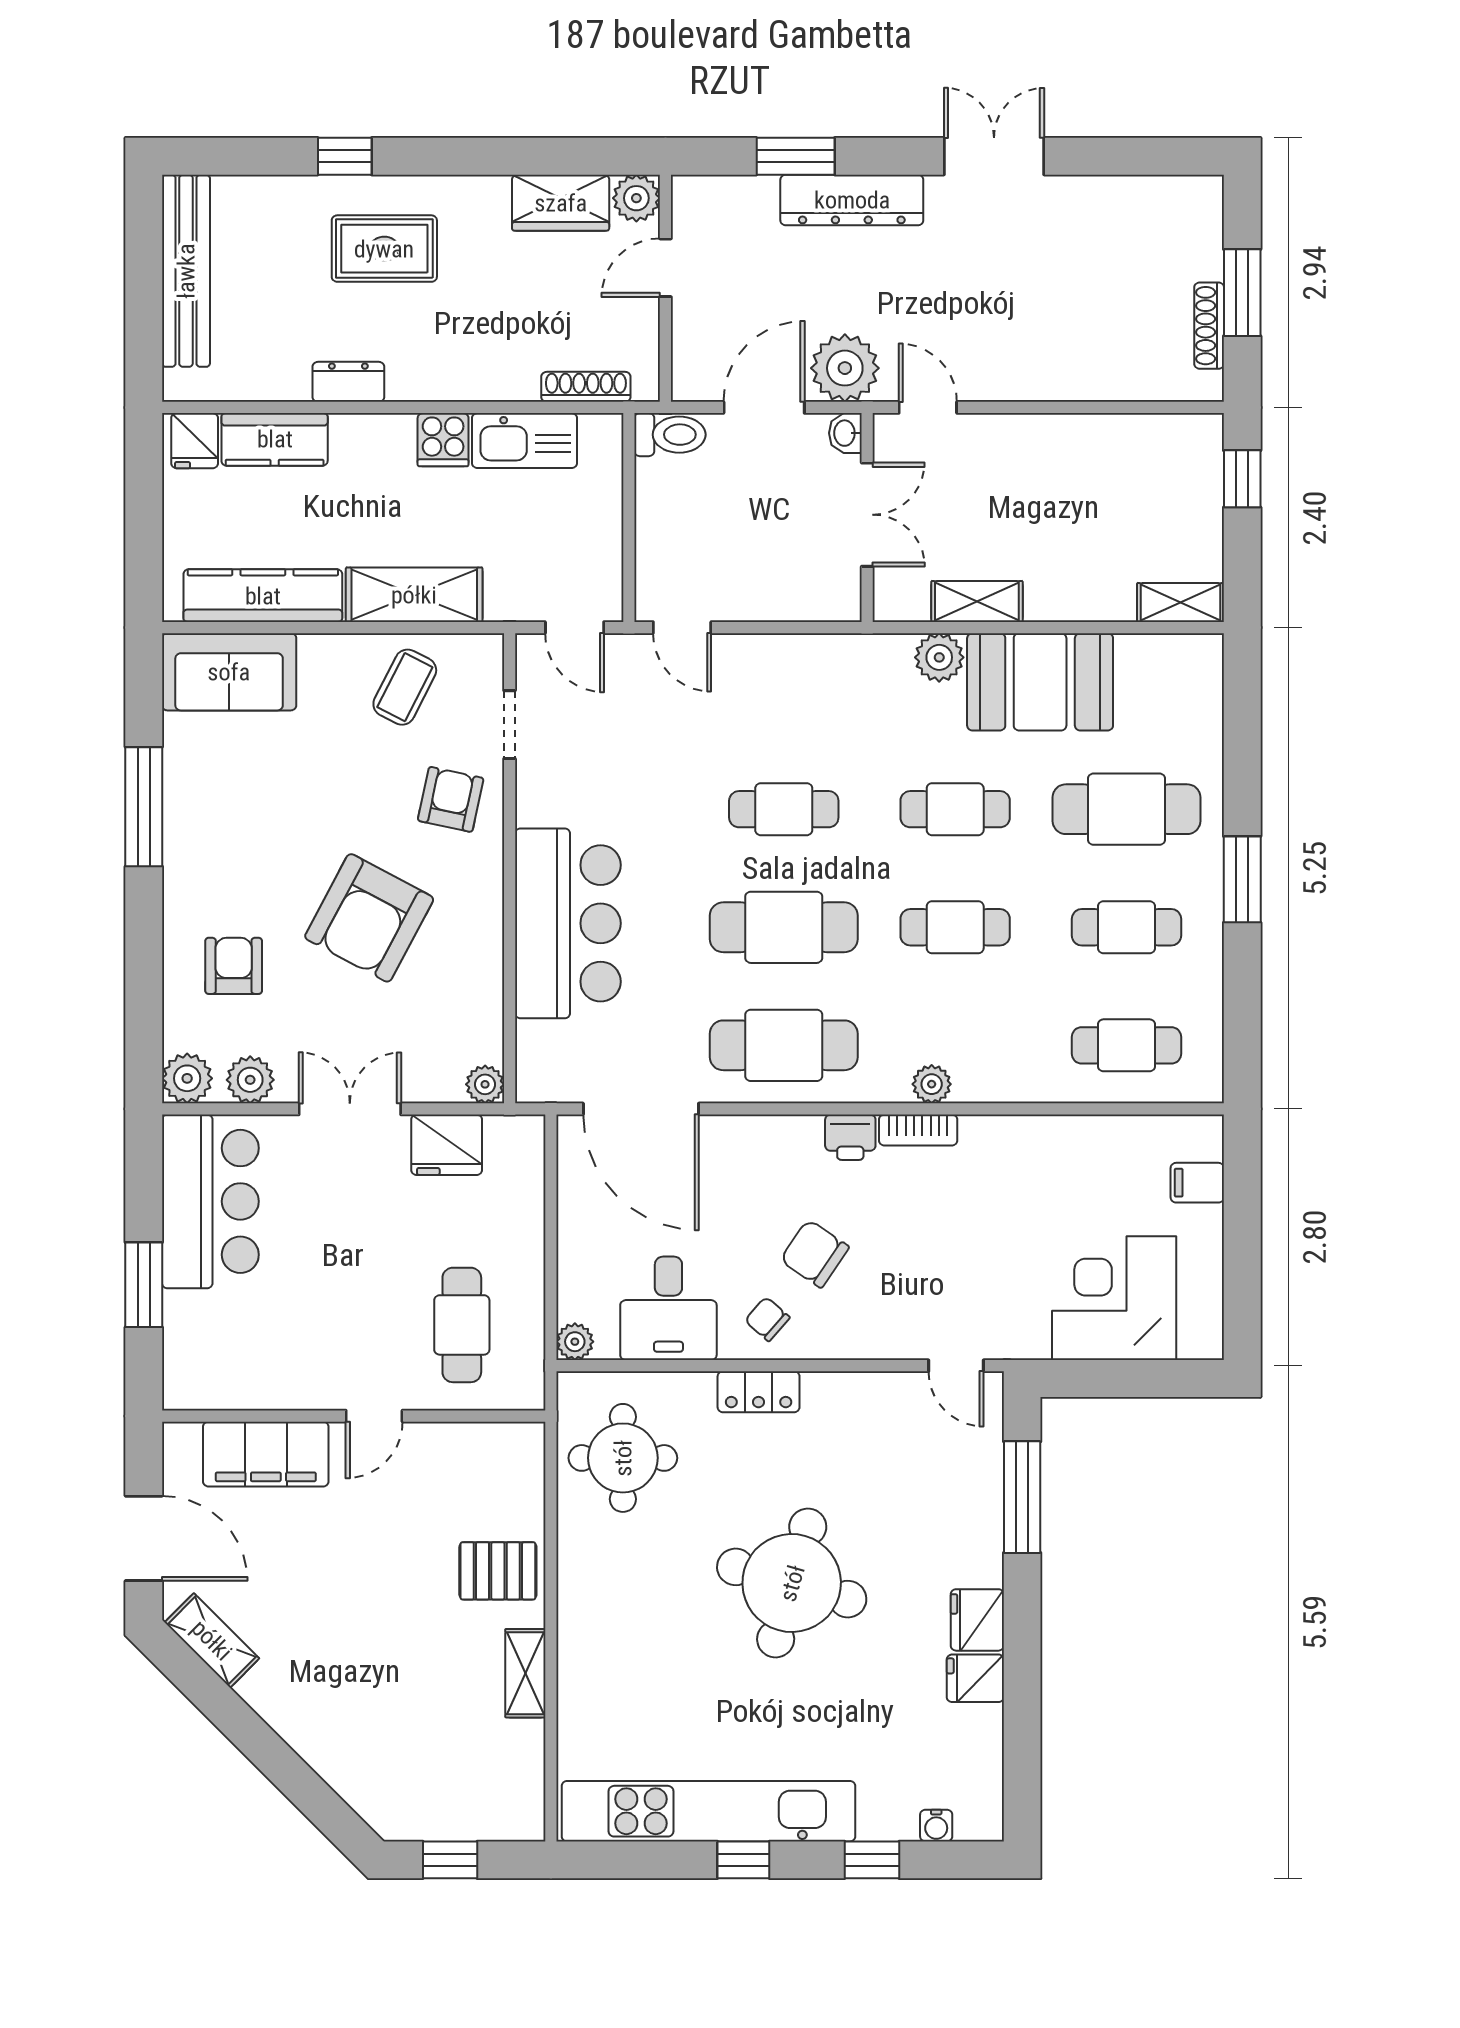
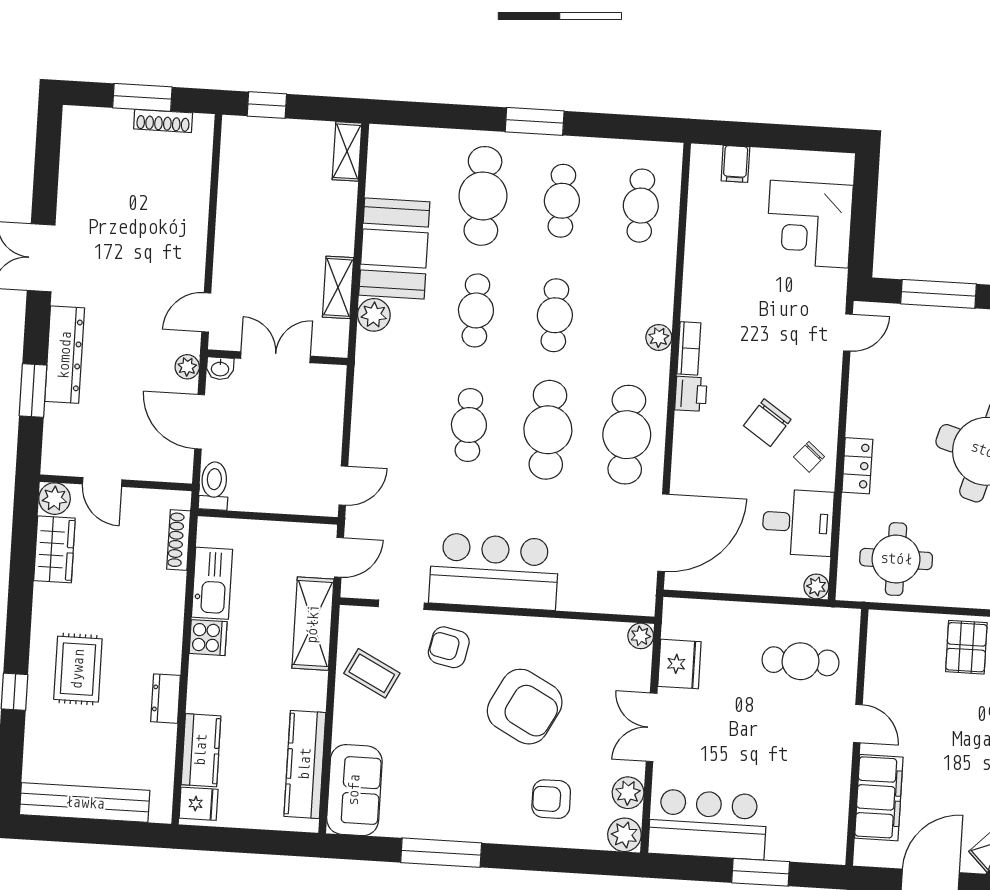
plant: (845, 368) -> (187, 367), width x0.53, depth x0.53
shelving: (414, 595) -> (313, 624), moved
bar counter: (568, 923) -> (494, 571), moved

